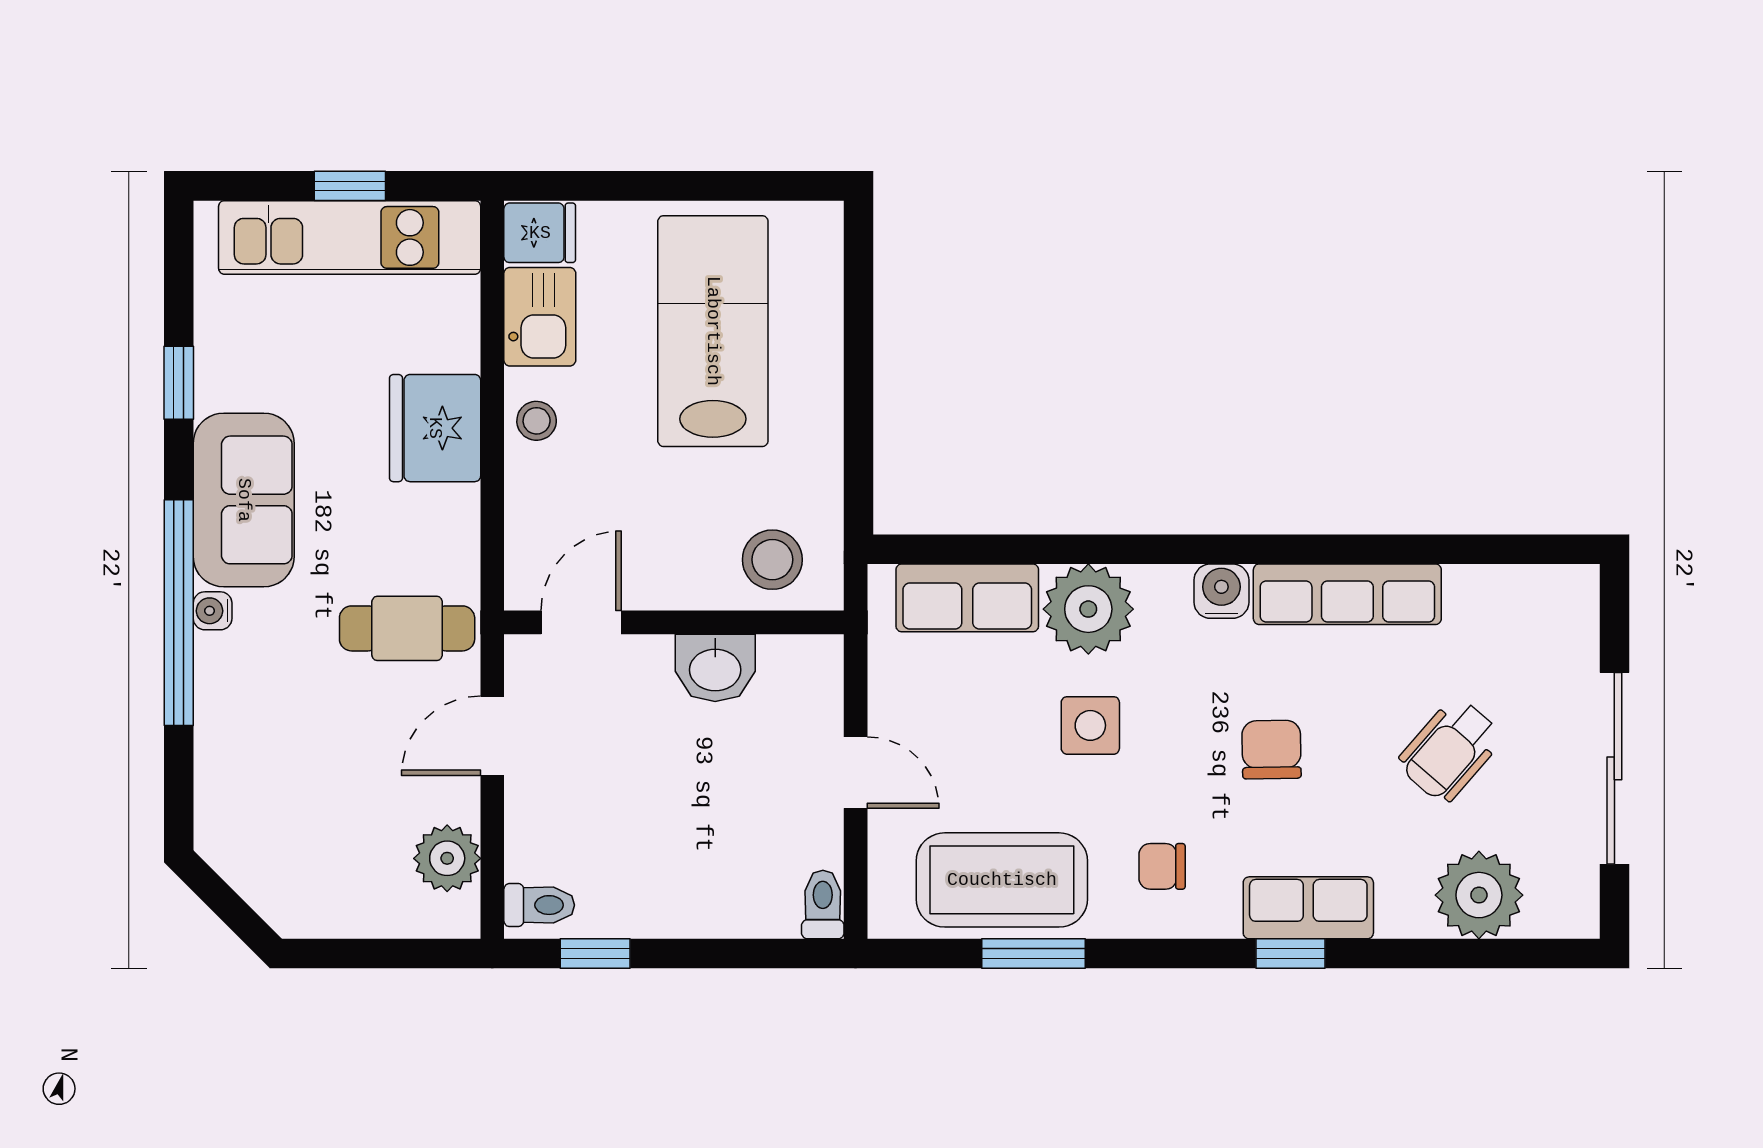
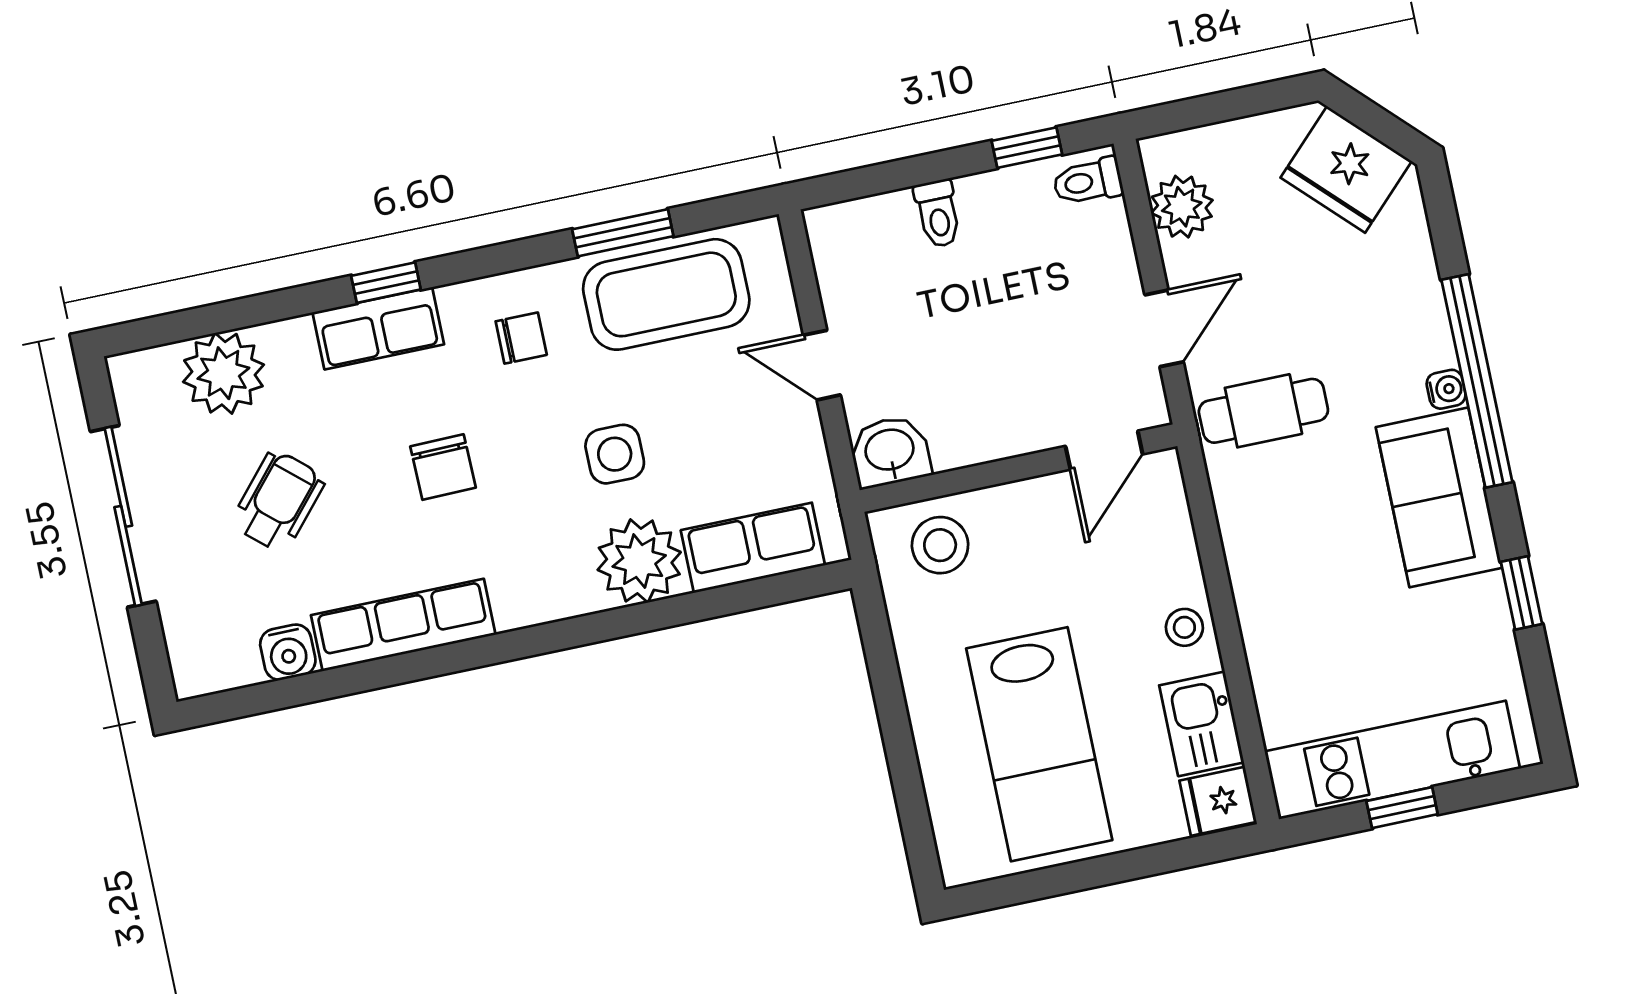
fridge: (435, 428) -> (1346, 169), moved, turned 135
water cooler: (1221, 591) -> (288, 652), moved
washbasin: (715, 668) -> (890, 451), moved
toilet: (823, 905) -> (938, 214), moved

